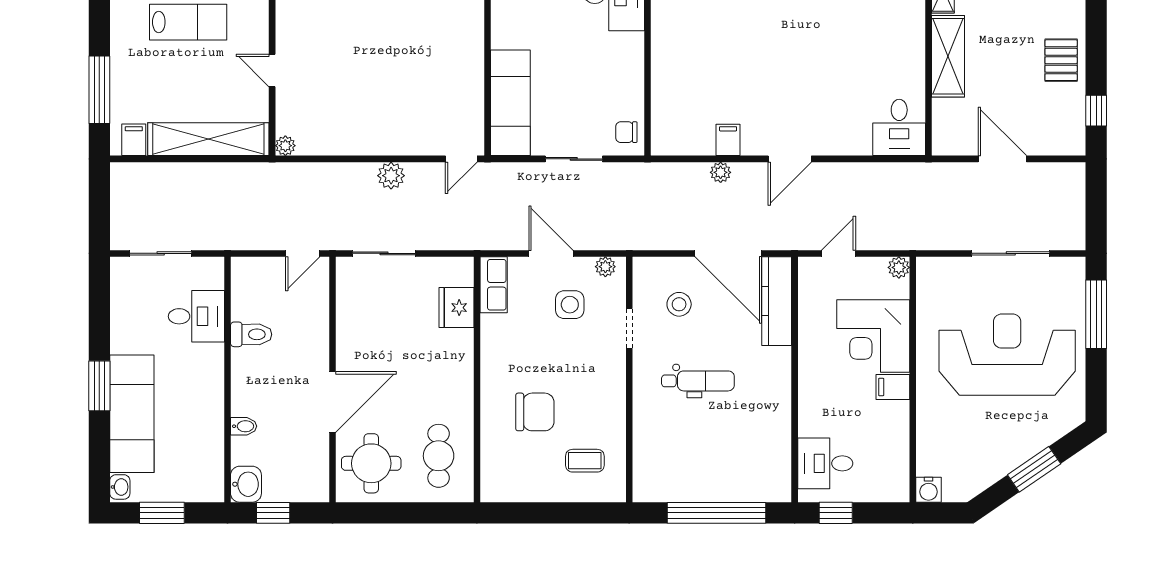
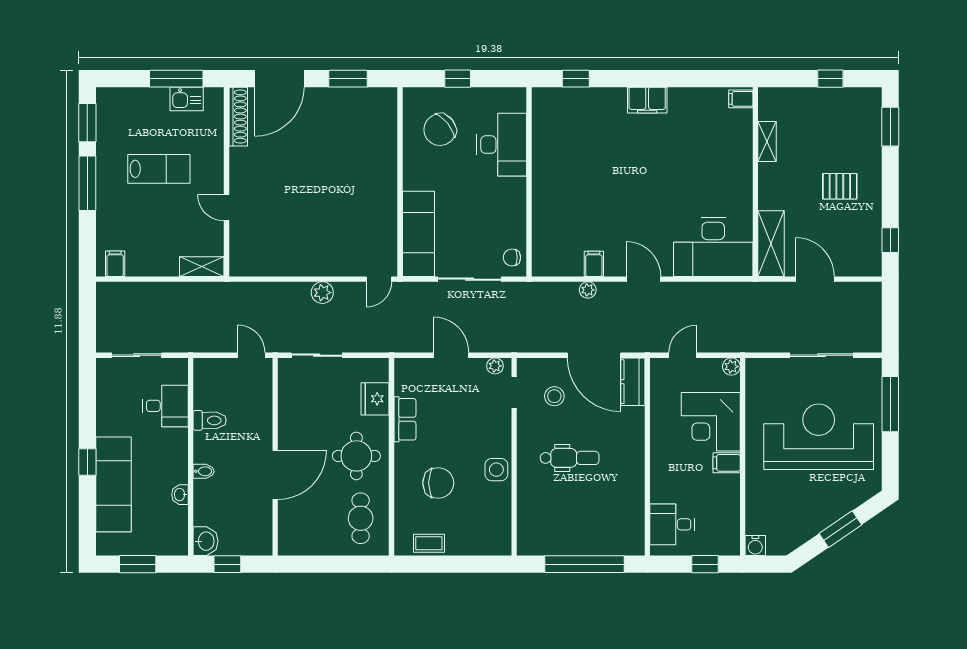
shelving: (948, 56) -> (771, 244), moved
pallet: (1061, 60) -> (840, 186), moved, turned 90
window: (99, 90) -> (87, 183), moved
desk: (899, 127) -> (713, 247), width x1.87, depth x1.30
shelving: (208, 139) -> (202, 267), width x0.45, depth x0.75
plant: (285, 146) -> (237, 268), removed
sliding door: (574, 159) -> (470, 279), width x1.37
door: (790, 159) -> (643, 279), swing flipped
door: (303, 253) -> (251, 355), swing flipped
row of seats: (494, 285) -> (405, 419), moved
kitchen counter: (777, 301) -> (633, 382), width x0.67
side table: (570, 305) -> (496, 470), moved
doorway: (629, 328) -> (514, 393), moved
window: (99, 386) -> (87, 462), width x0.67
bidet: (244, 426) -> (204, 471), moved
coffee table: (585, 461) -> (429, 543), moved
round table: (371, 463) -> (356, 456), moved
washbasin: (120, 487) -> (180, 495), moved, turned 180
window: (836, 513) -> (705, 564), moved

